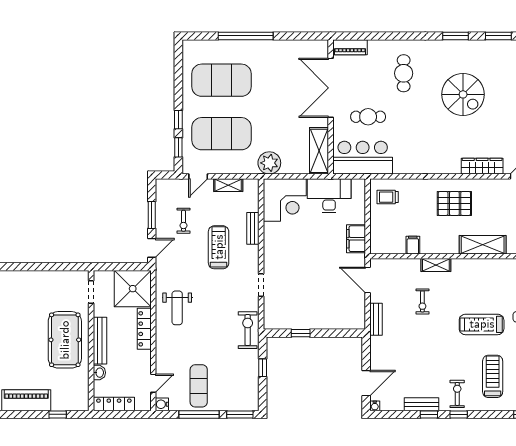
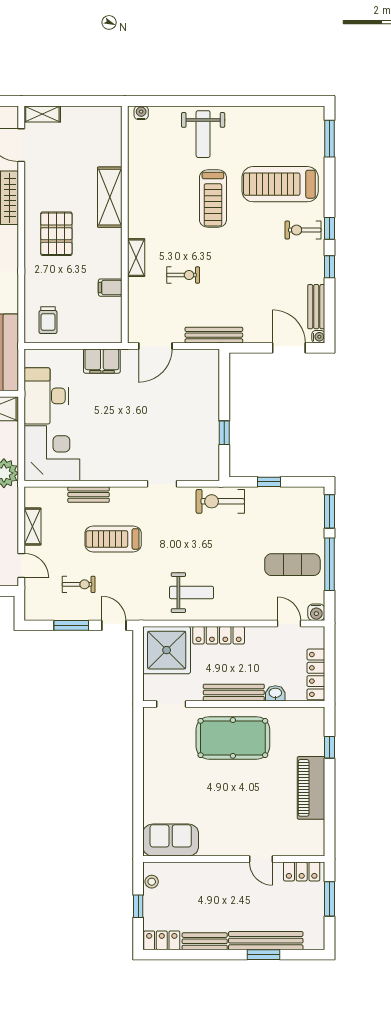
bench: (376, 319) -> (214, 335), width x1.36
treadmill: (493, 376) -> (280, 184), width x1.37, depth x1.38
bench: (421, 404) -> (316, 307), moved

